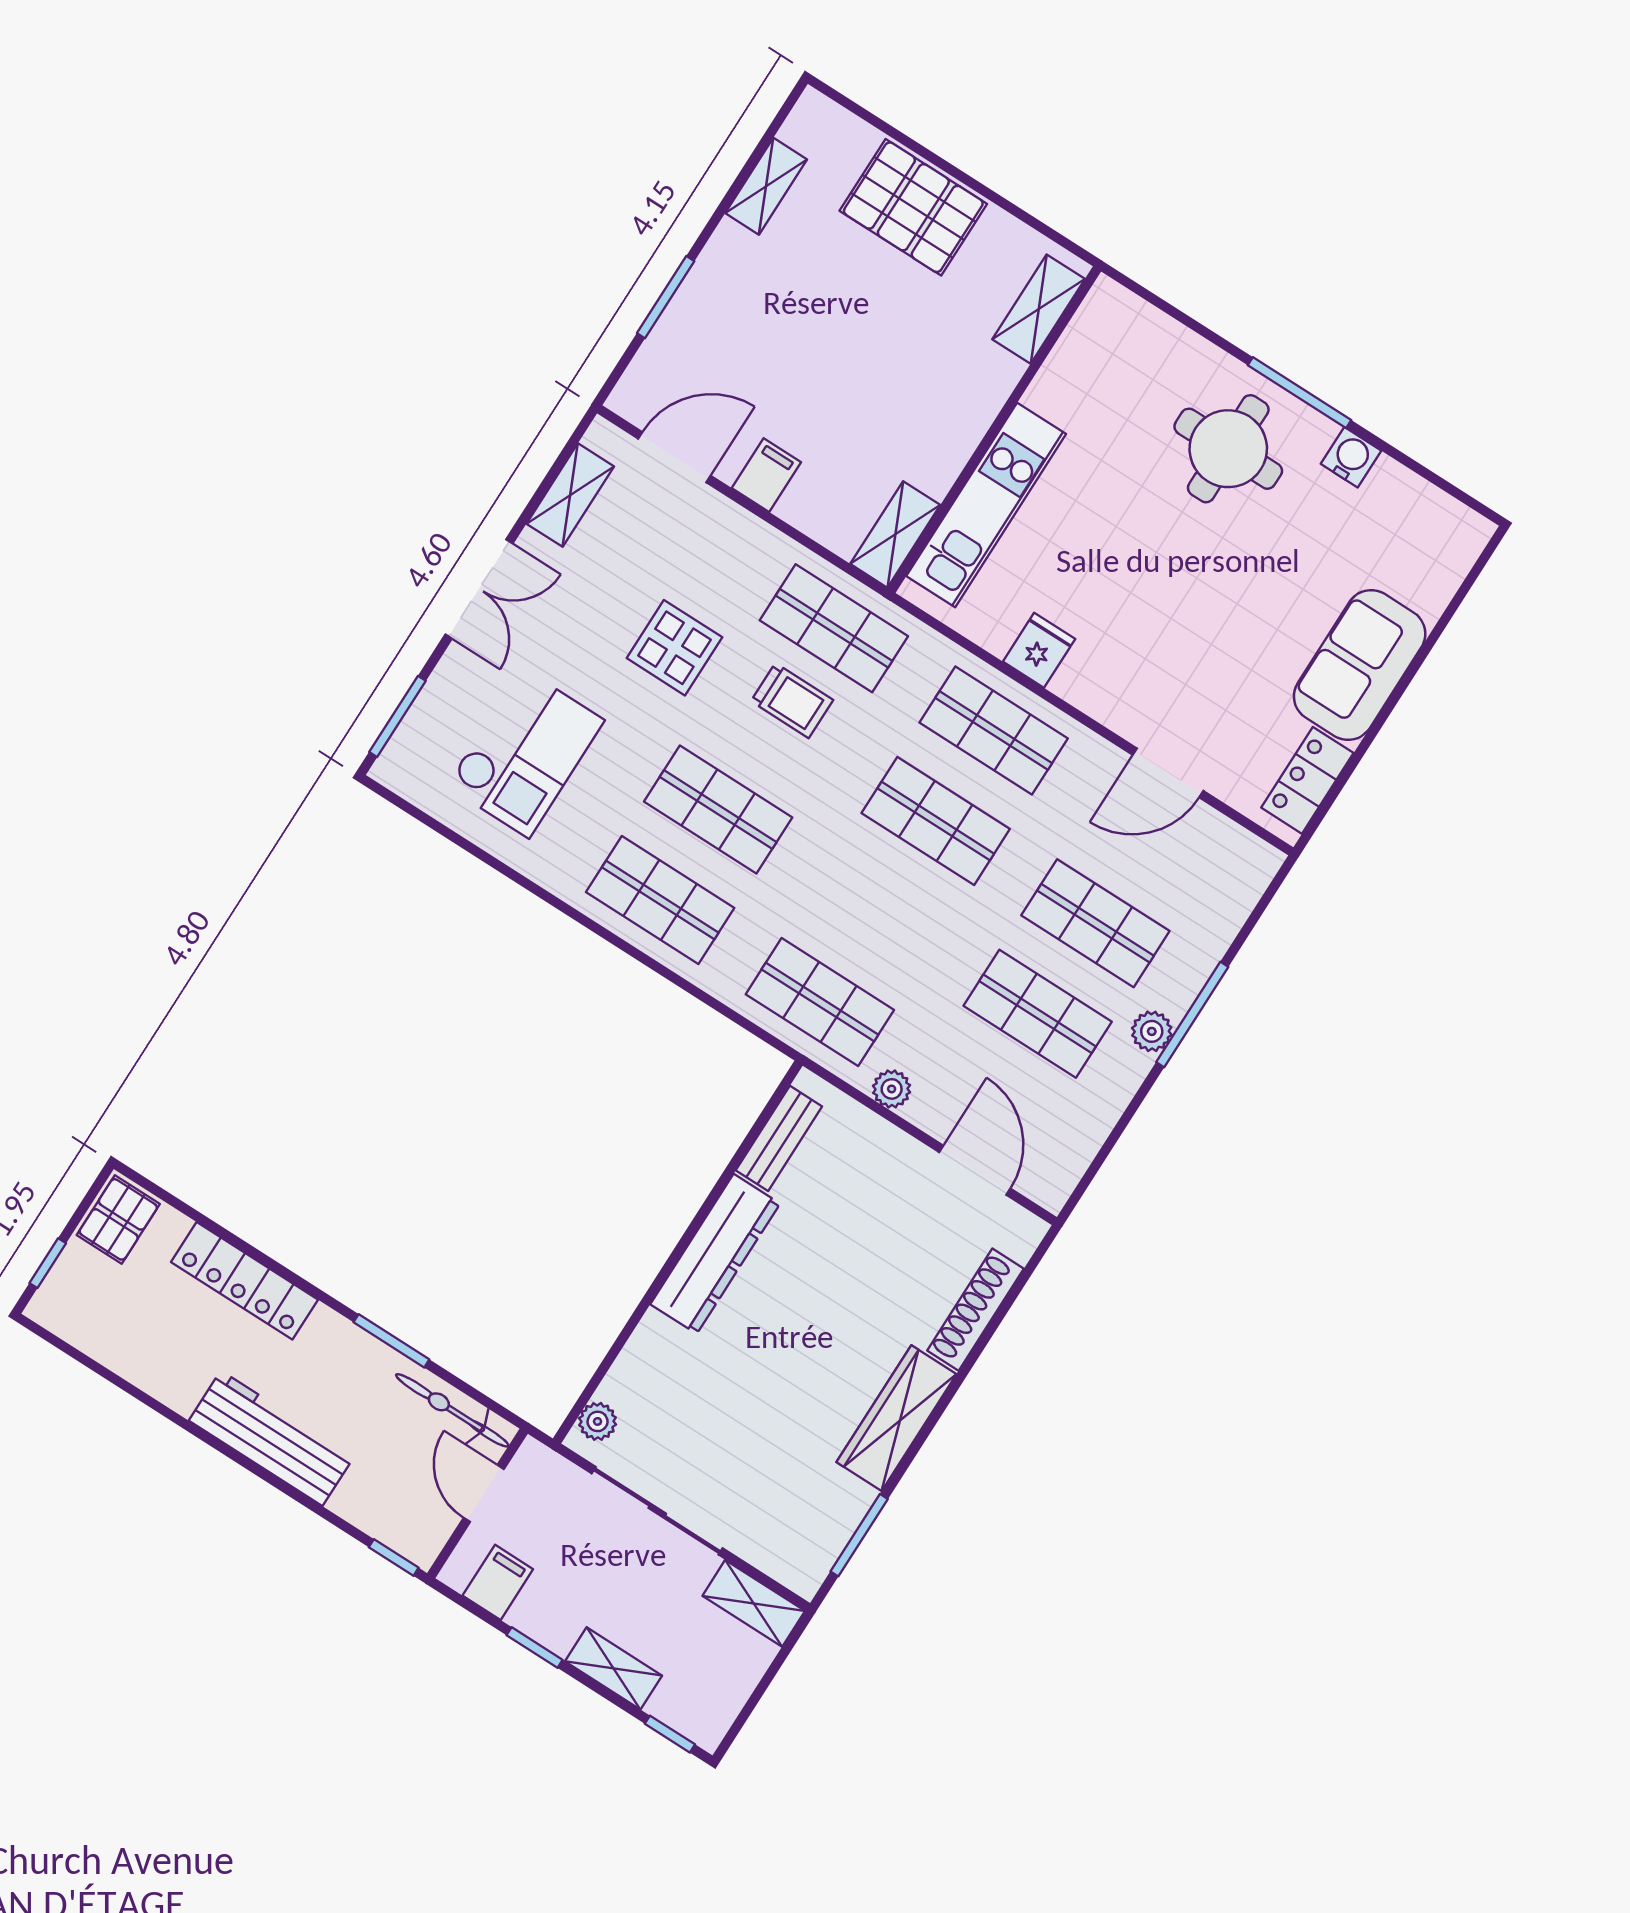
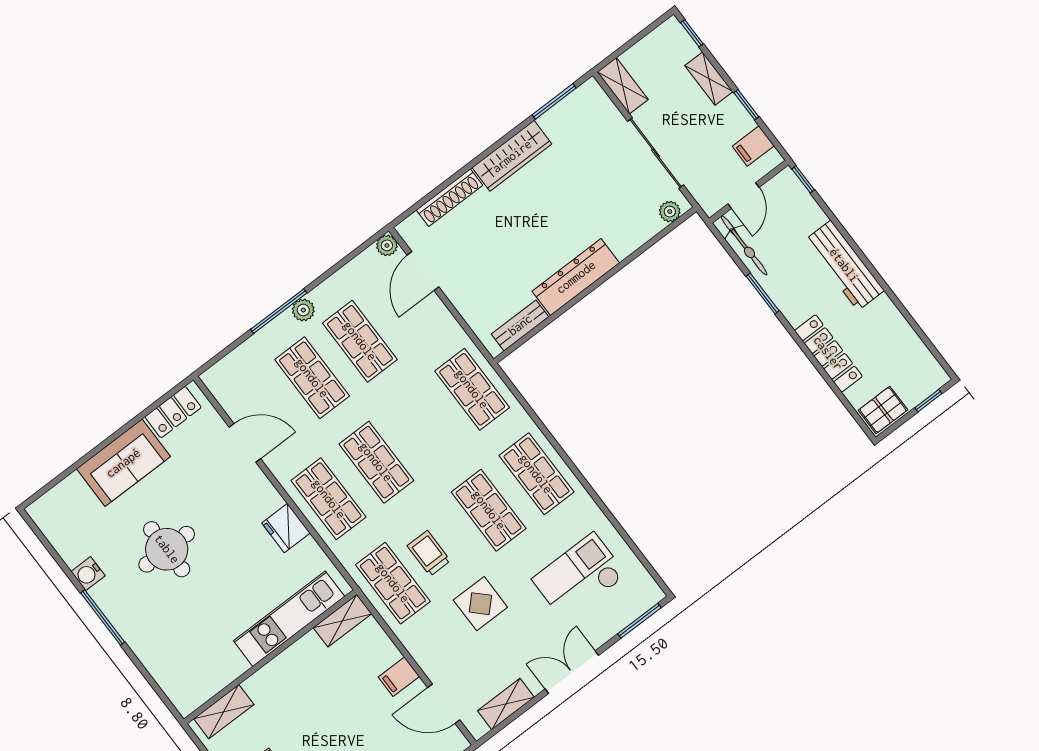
round table: (1228, 449) -> (167, 549), moved
fridge: (1039, 650) -> (286, 528), width x1.38
plant: (892, 1089) -> (387, 245), moved

